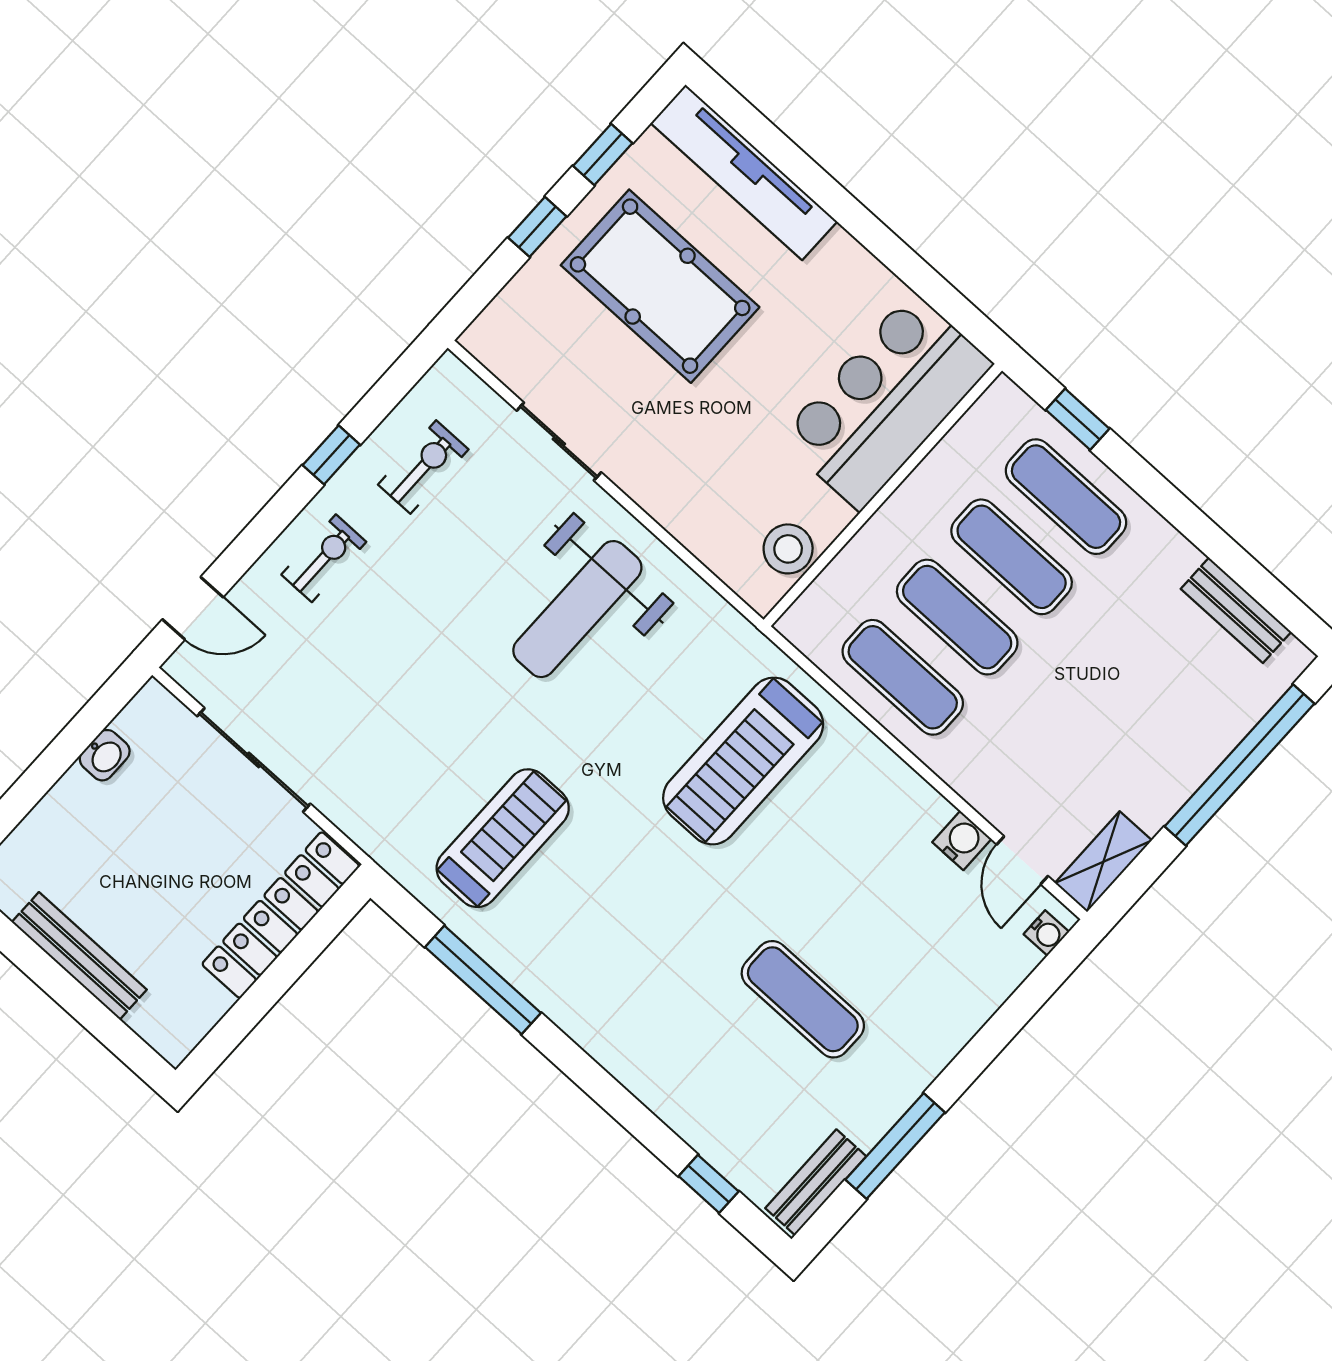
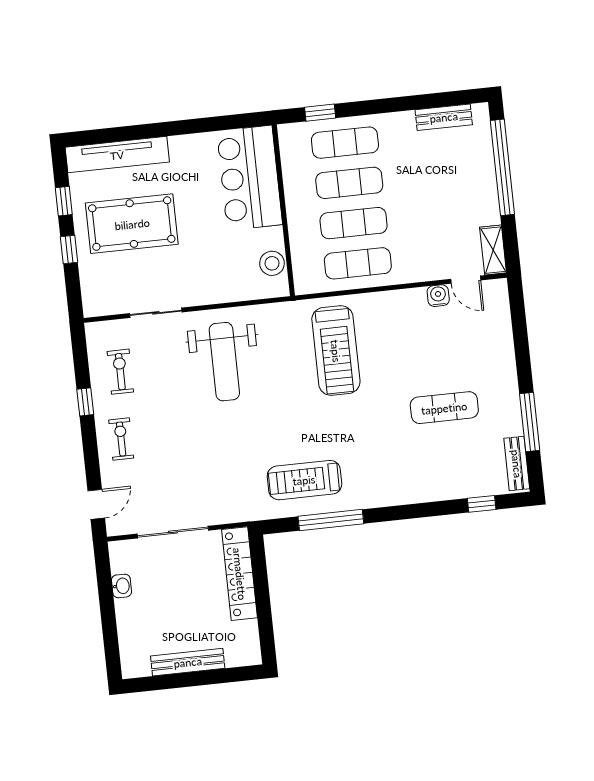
treadmill: (503, 838) -> (304, 480), moved, turned -90
water cooler: (1046, 933) -> (501, 295), removed

